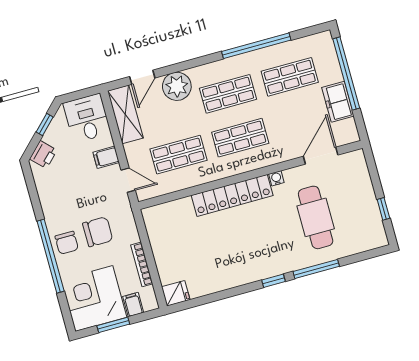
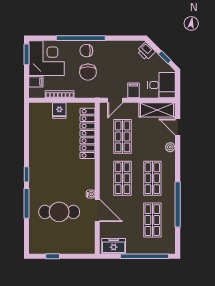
plant: (177, 86) -> (170, 147), width x0.53, depth x0.53
freezer: (338, 102) -> (114, 246), moved
door: (321, 156) -> (97, 210), moved
locker: (232, 195) -> (87, 133), moved
fridge: (176, 293) -> (59, 111), moved
window: (113, 325) -> (27, 54), moved

